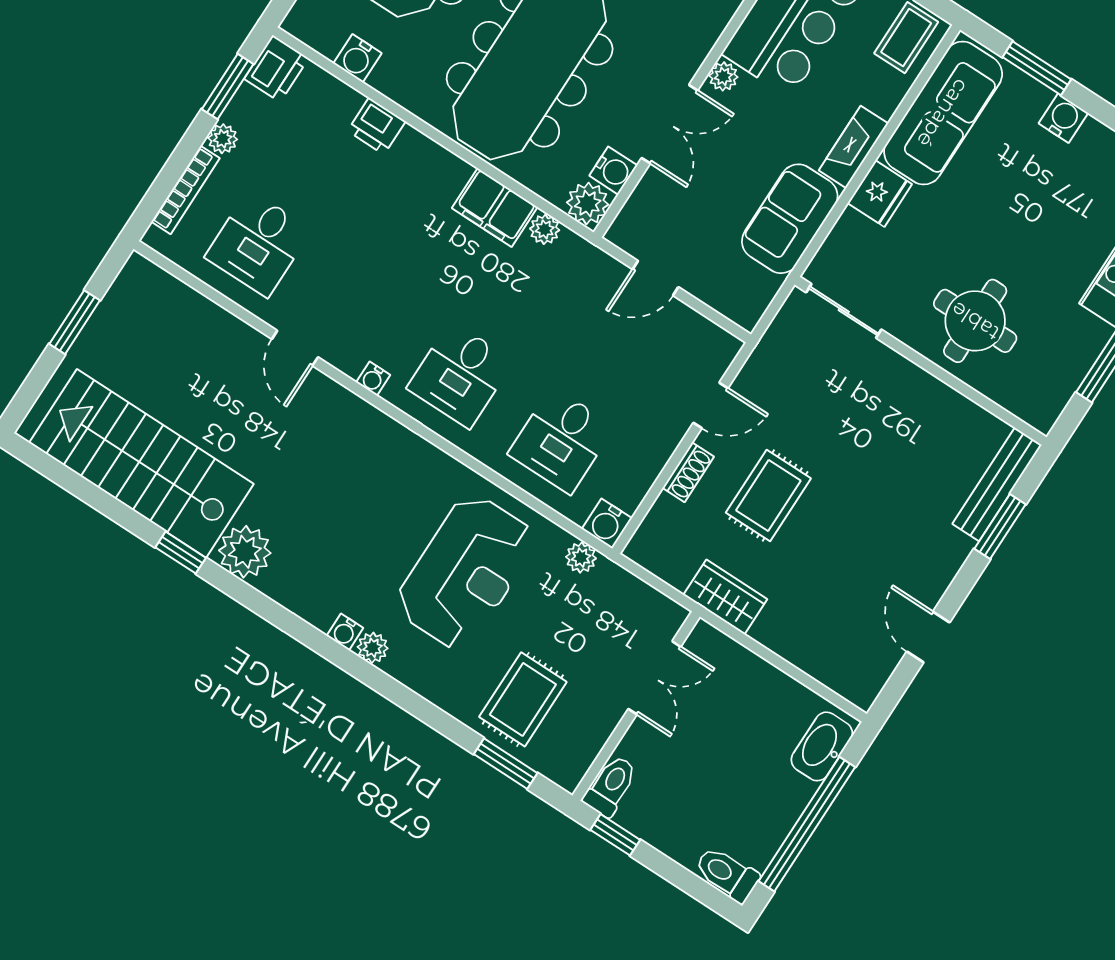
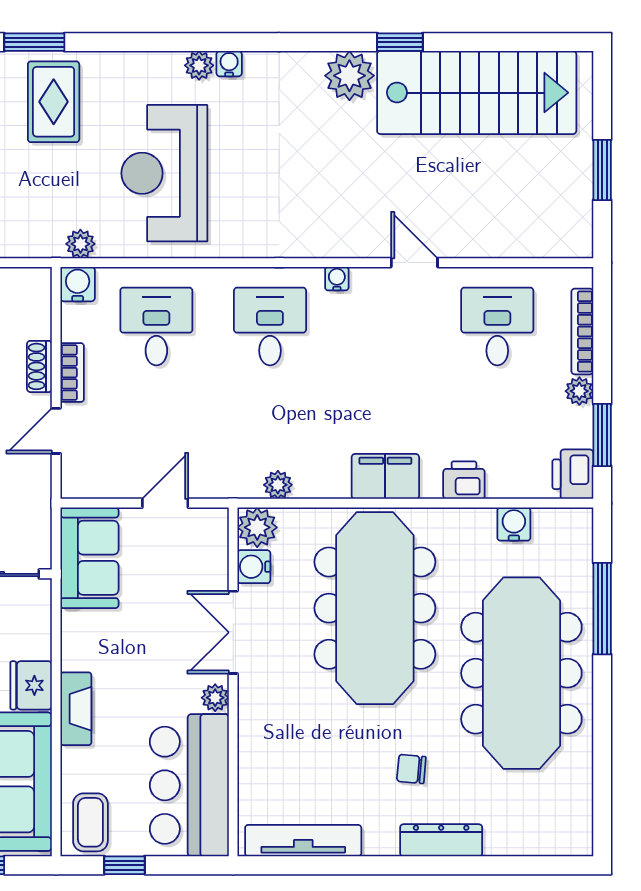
filing cabinet: (495, 208) -> (385, 476), moved
sofa: (790, 219) -> (89, 558), moved
bookcase: (663, 448) -> (72, 373), added

